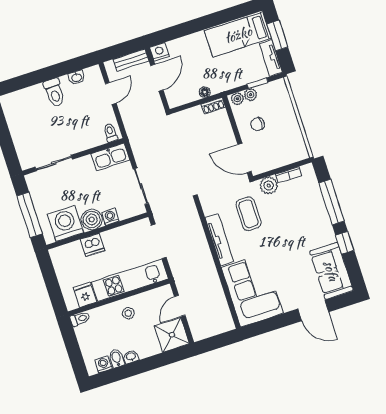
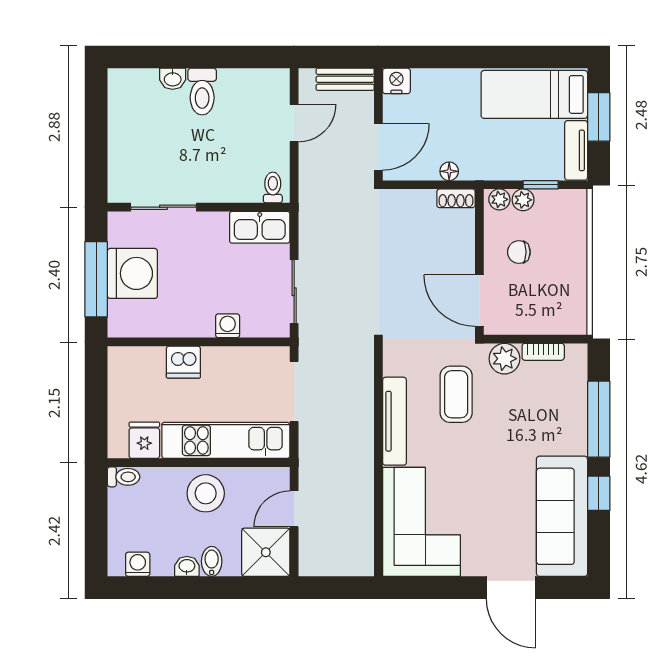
washbasin: (77, 77) -> (173, 79), moved
door: (157, 78) -> (378, 147), moved
boiler: (92, 219) -> (196, 320), removed
washing machine: (66, 224) -> (132, 273), moved, turned 90
sofa: (331, 271) -> (562, 516), width x1.36
stool: (128, 313) -> (206, 493), width x1.89, depth x1.89
bidet: (116, 358) -> (212, 561), moved

